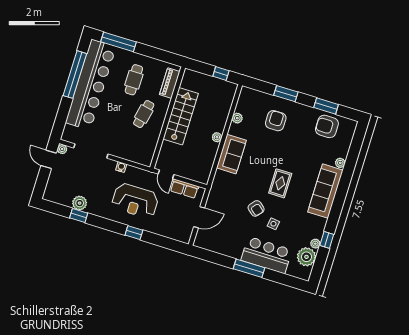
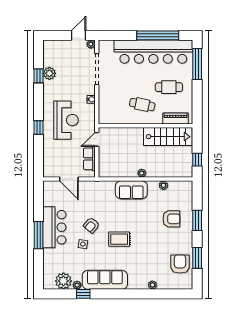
stairs: (181, 116) -> (168, 137), moved
sofa: (325, 191) -> (105, 280), moved
reception desk: (135, 201) -> (66, 120), turned 180
bar counter: (266, 255) -> (54, 227), moved

